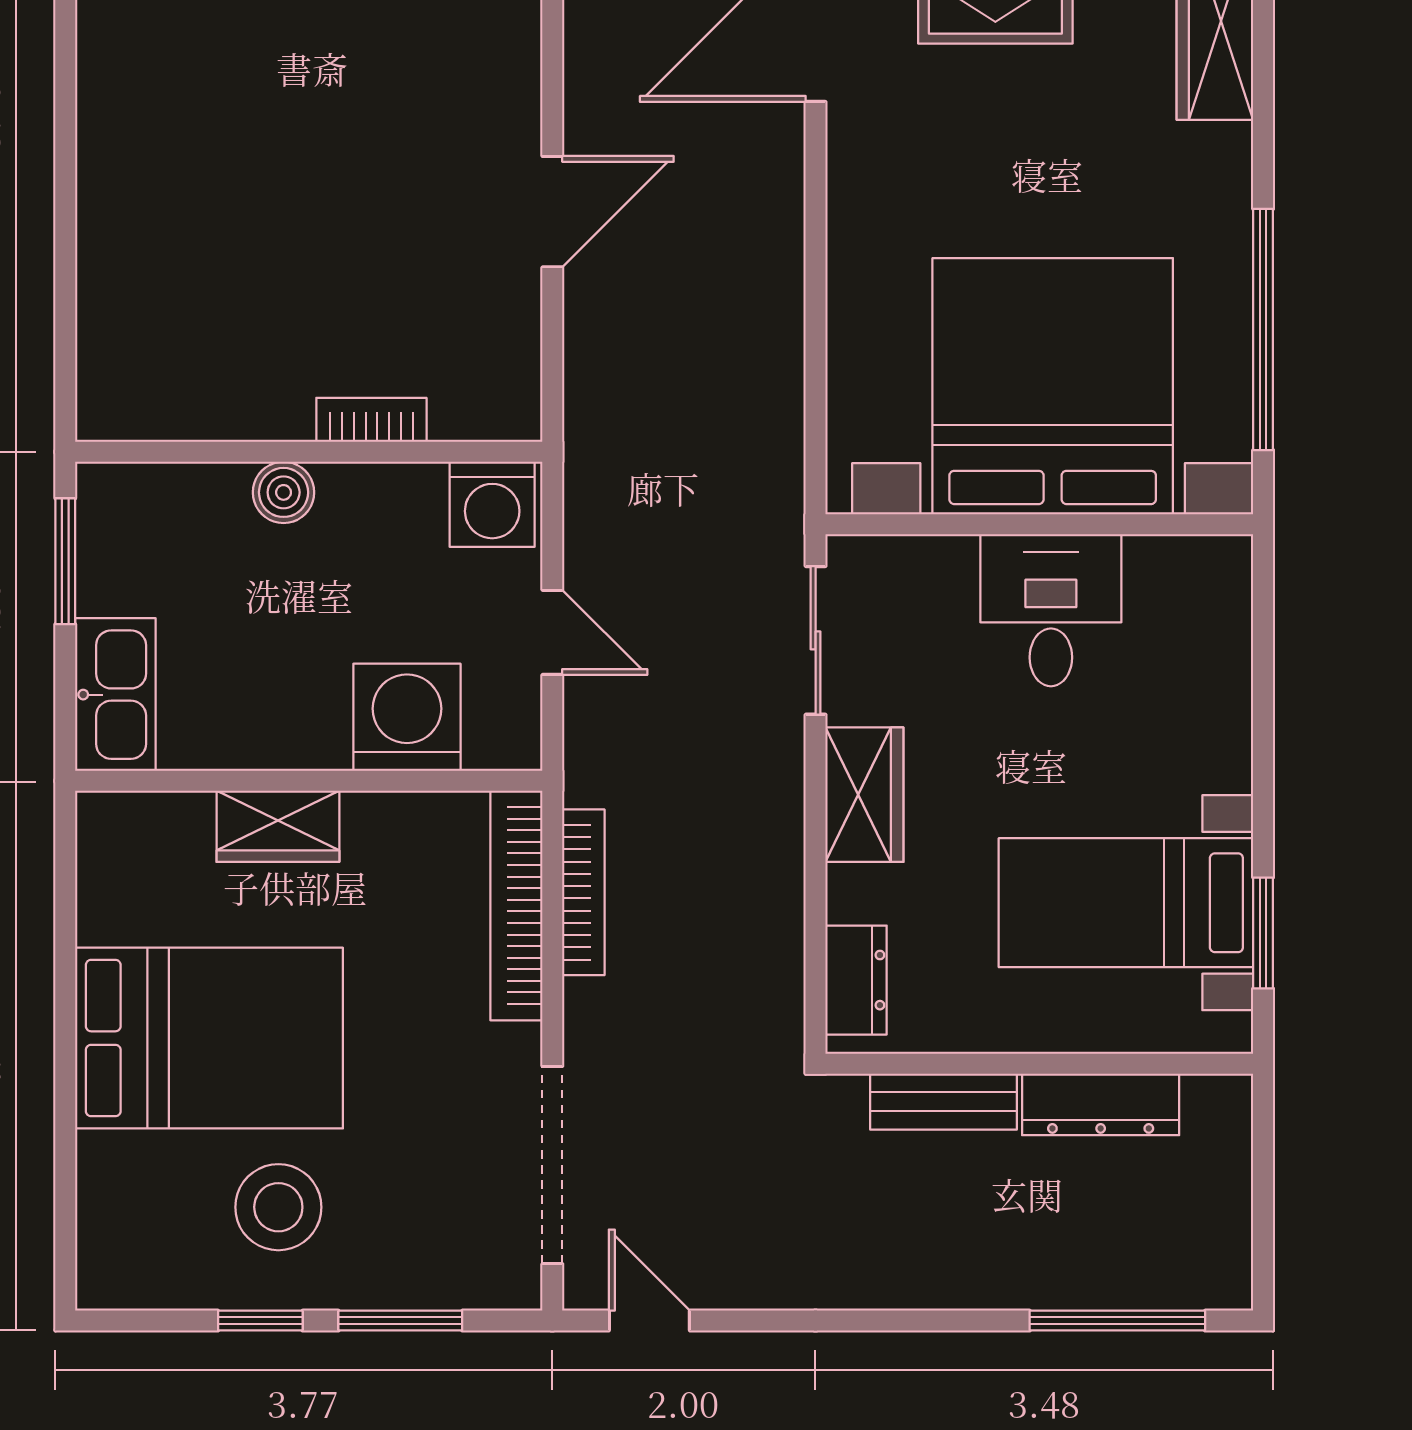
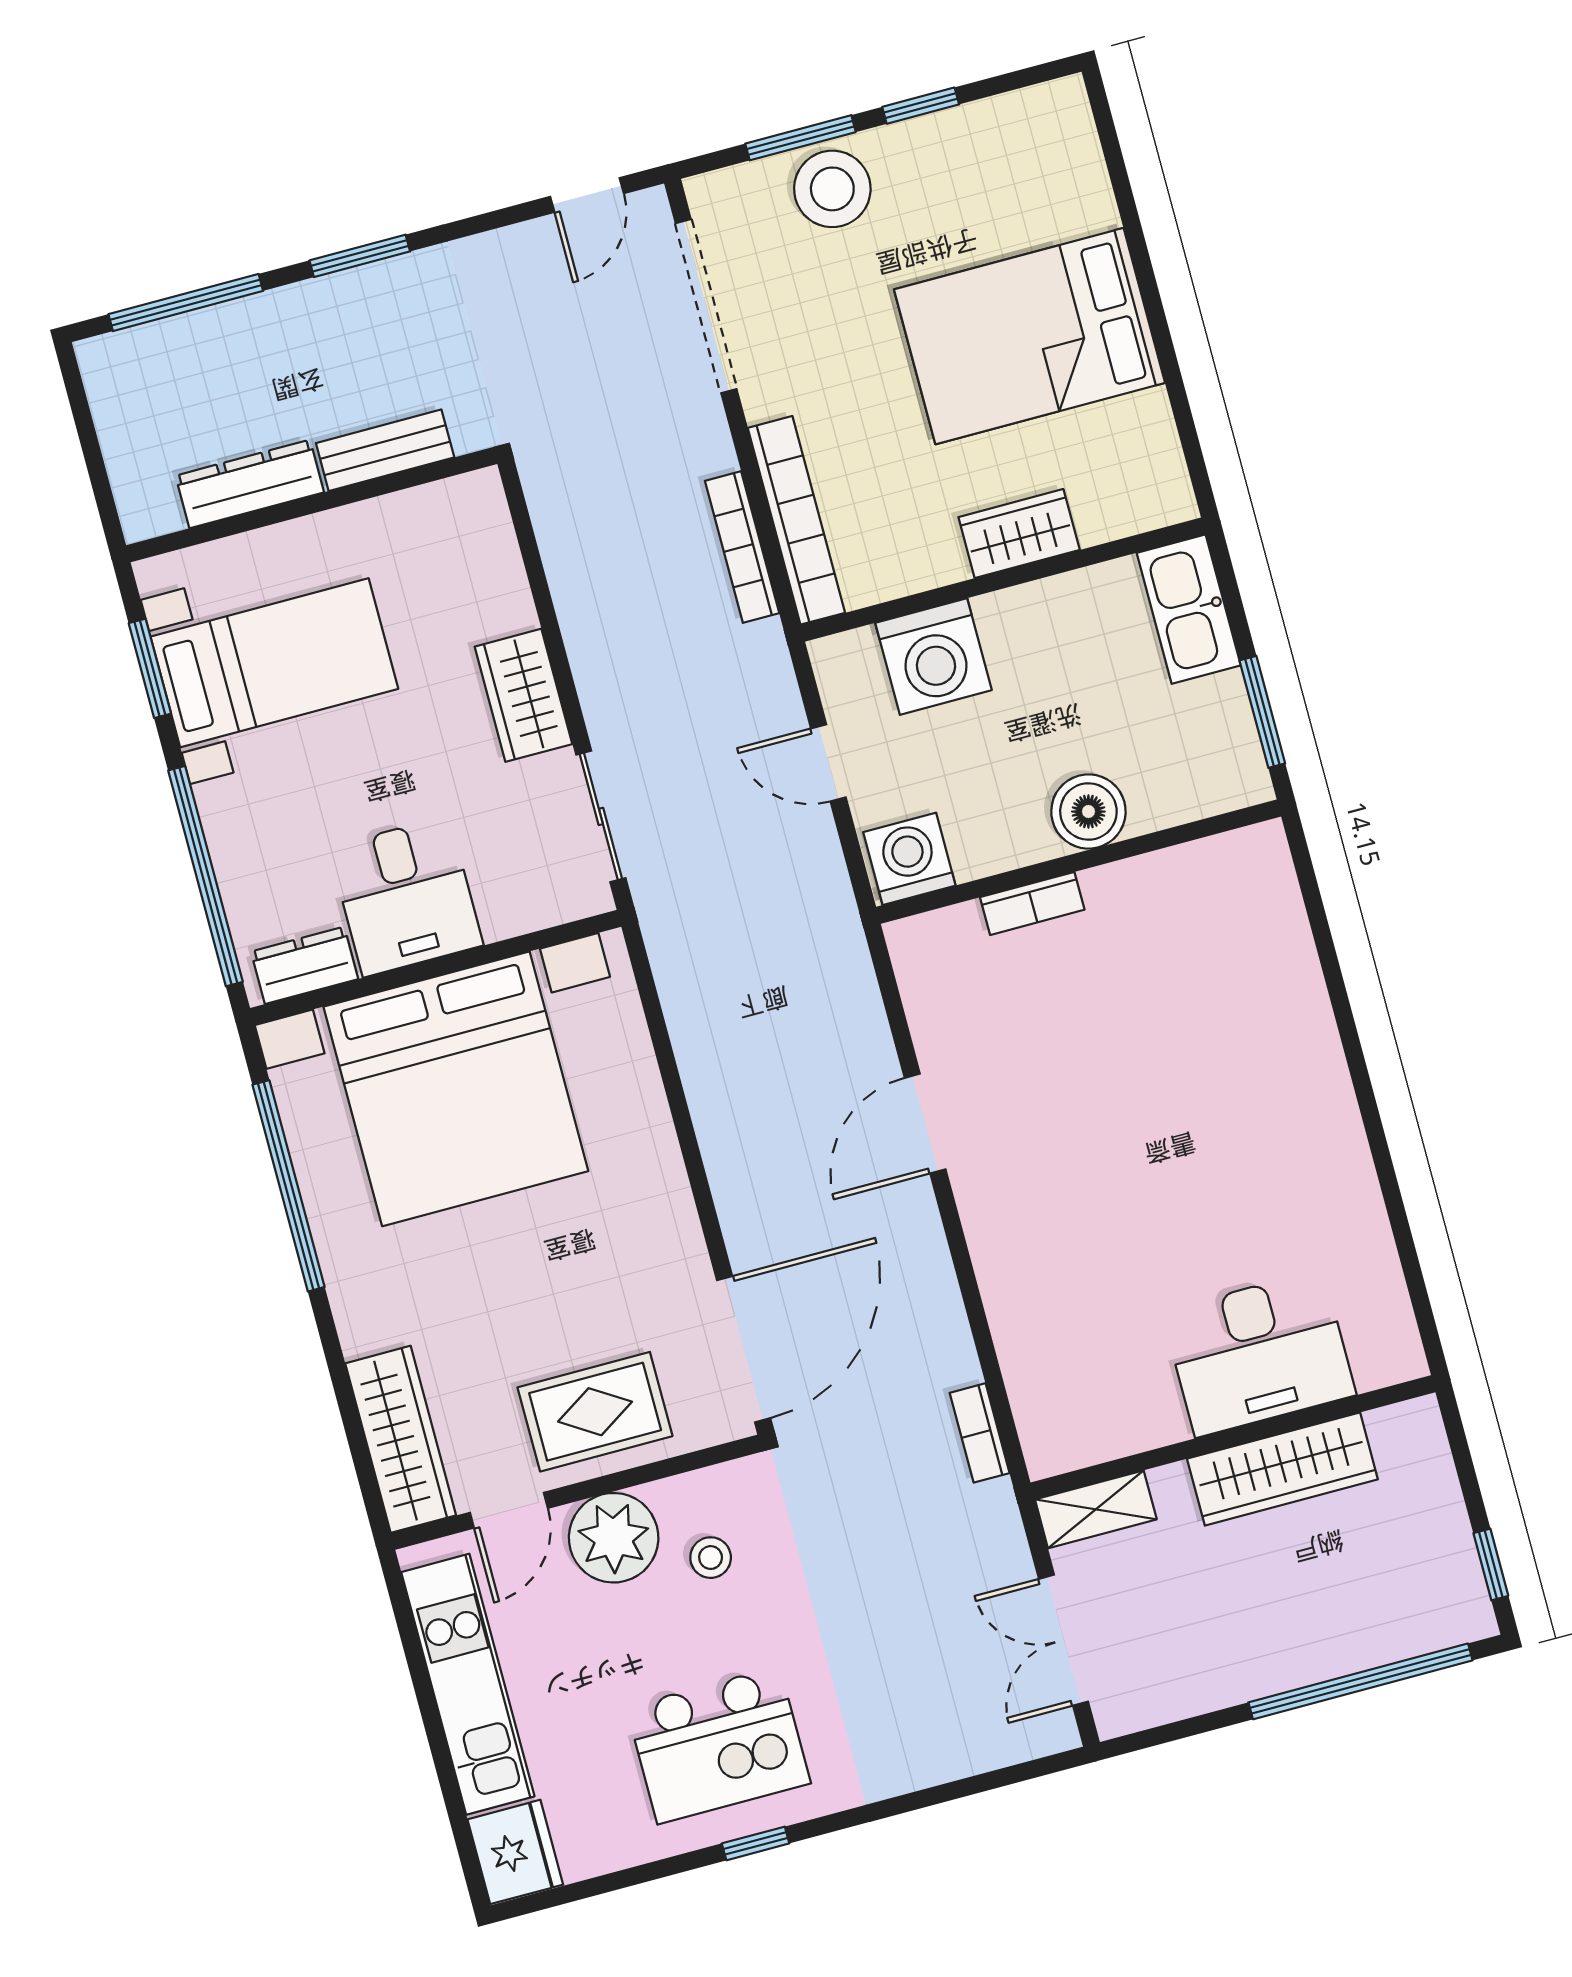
boiler: (284, 492) -> (1088, 812), width x1.36, depth x1.36
window: (1263, 691) -> (206, 876), added
dresser: (856, 980) -> (305, 965), moved, turned 90
stool: (278, 1207) -> (832, 189), moved
door: (649, 1321) -> (587, 195), hinge flipped
window: (914, 1321) -> (360, 256), added

